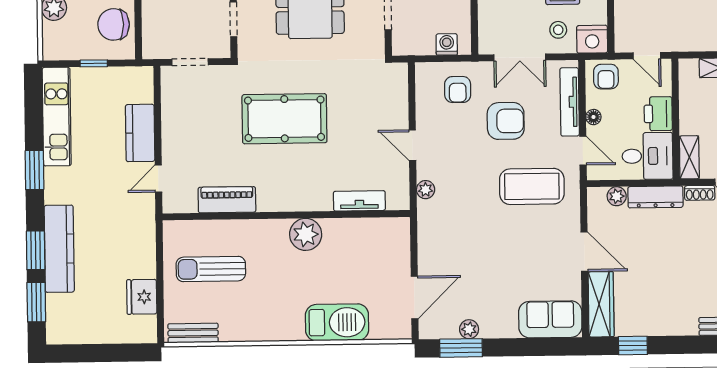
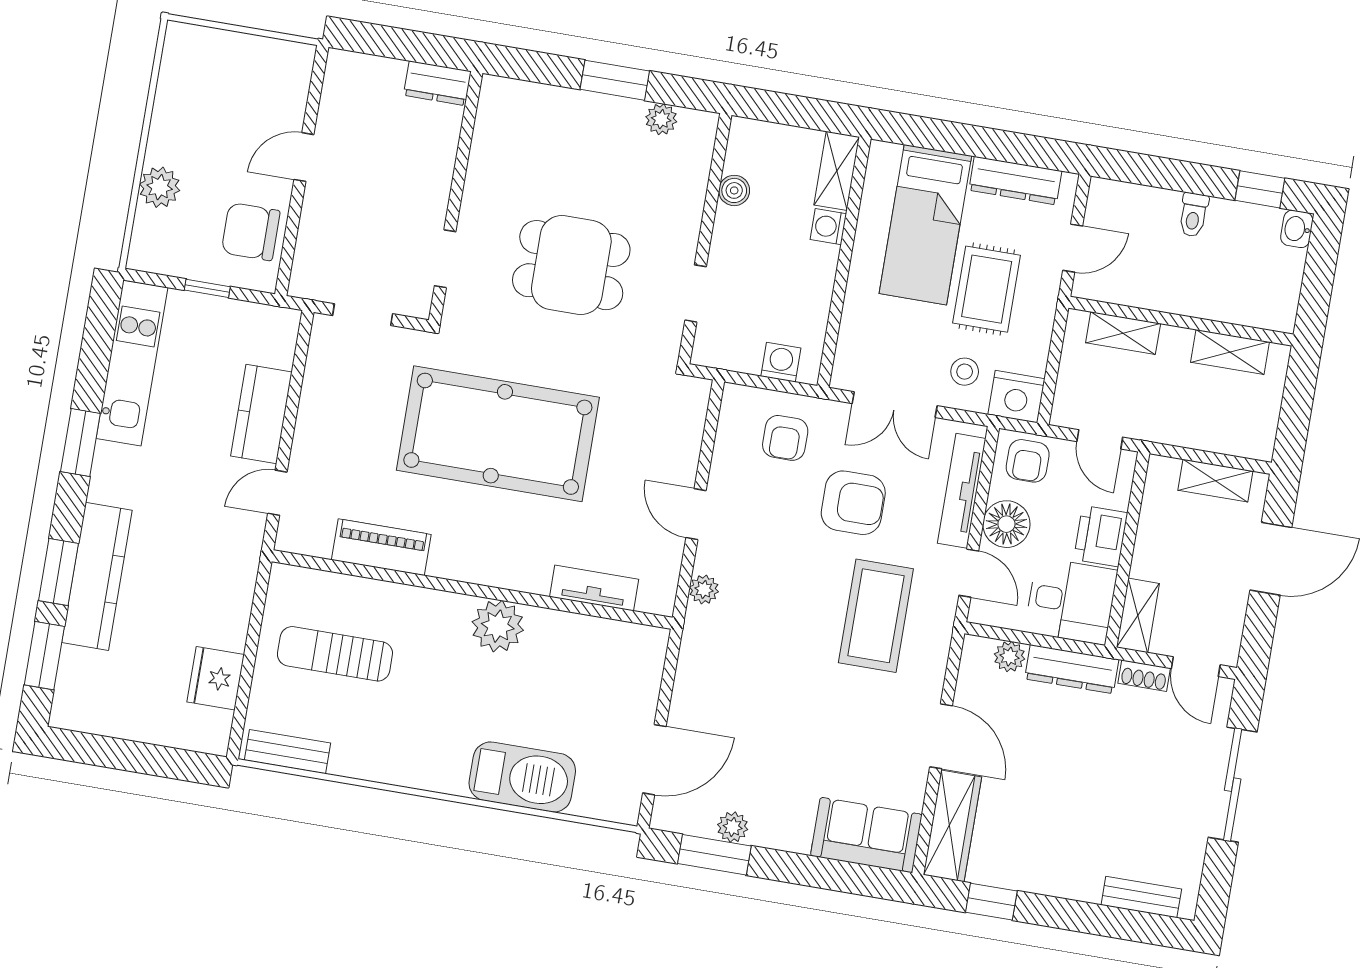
floor lamp: (593, 117) -> (1006, 524), width x1.89, depth x1.89
pool table: (284, 119) -> (498, 434), width x1.36, depth x1.32
coffee table: (532, 186) -> (876, 616), turned 90

